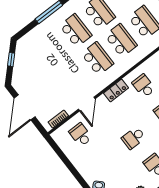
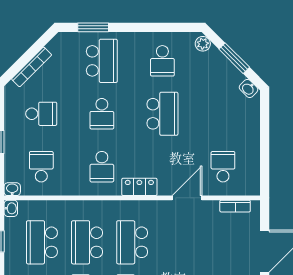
school desk: (80, 135) -> (223, 167), turned 180
school desk: (133, 138) -> (162, 114), width x1.85

